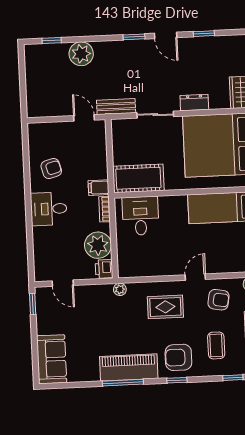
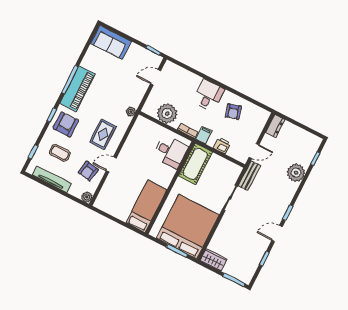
dresser: (194, 102) -> (275, 126), moved
printer: (104, 269) -> (222, 146), moved
door: (195, 277) -> (111, 164), swing flipped

